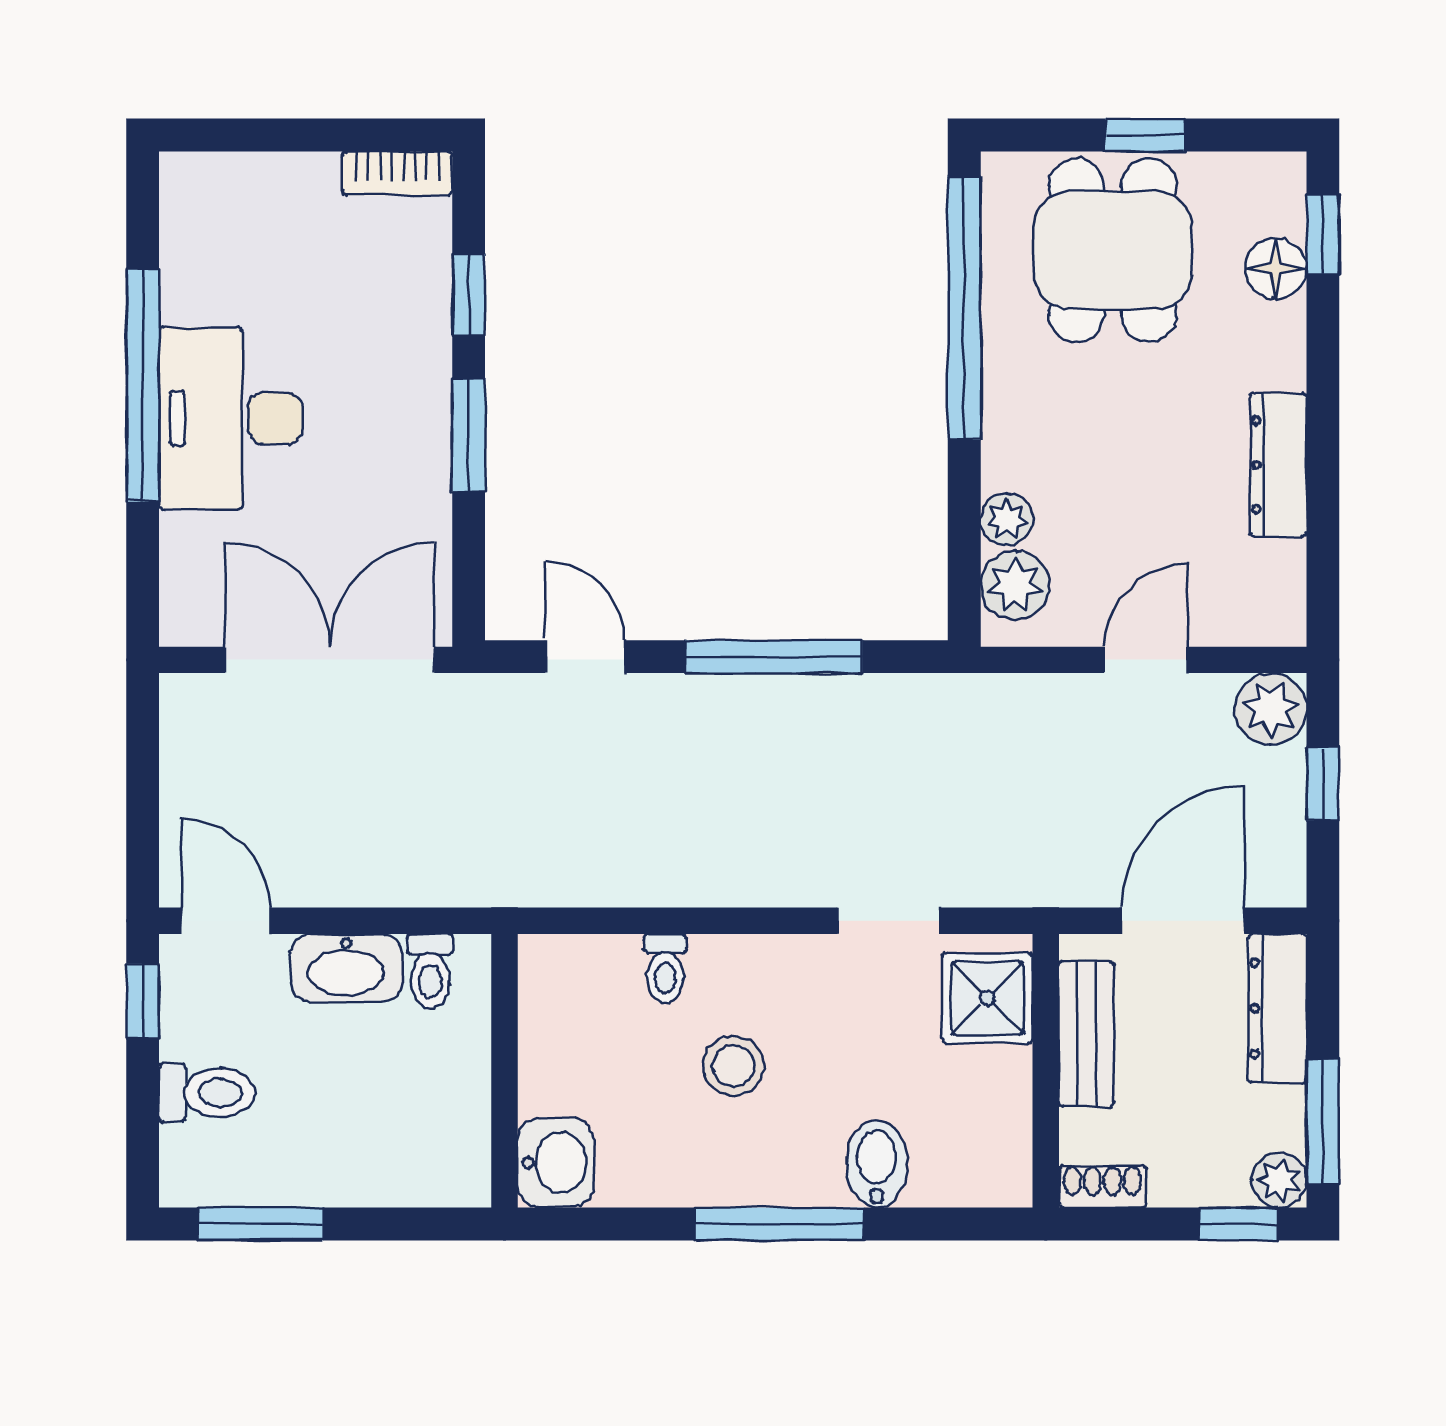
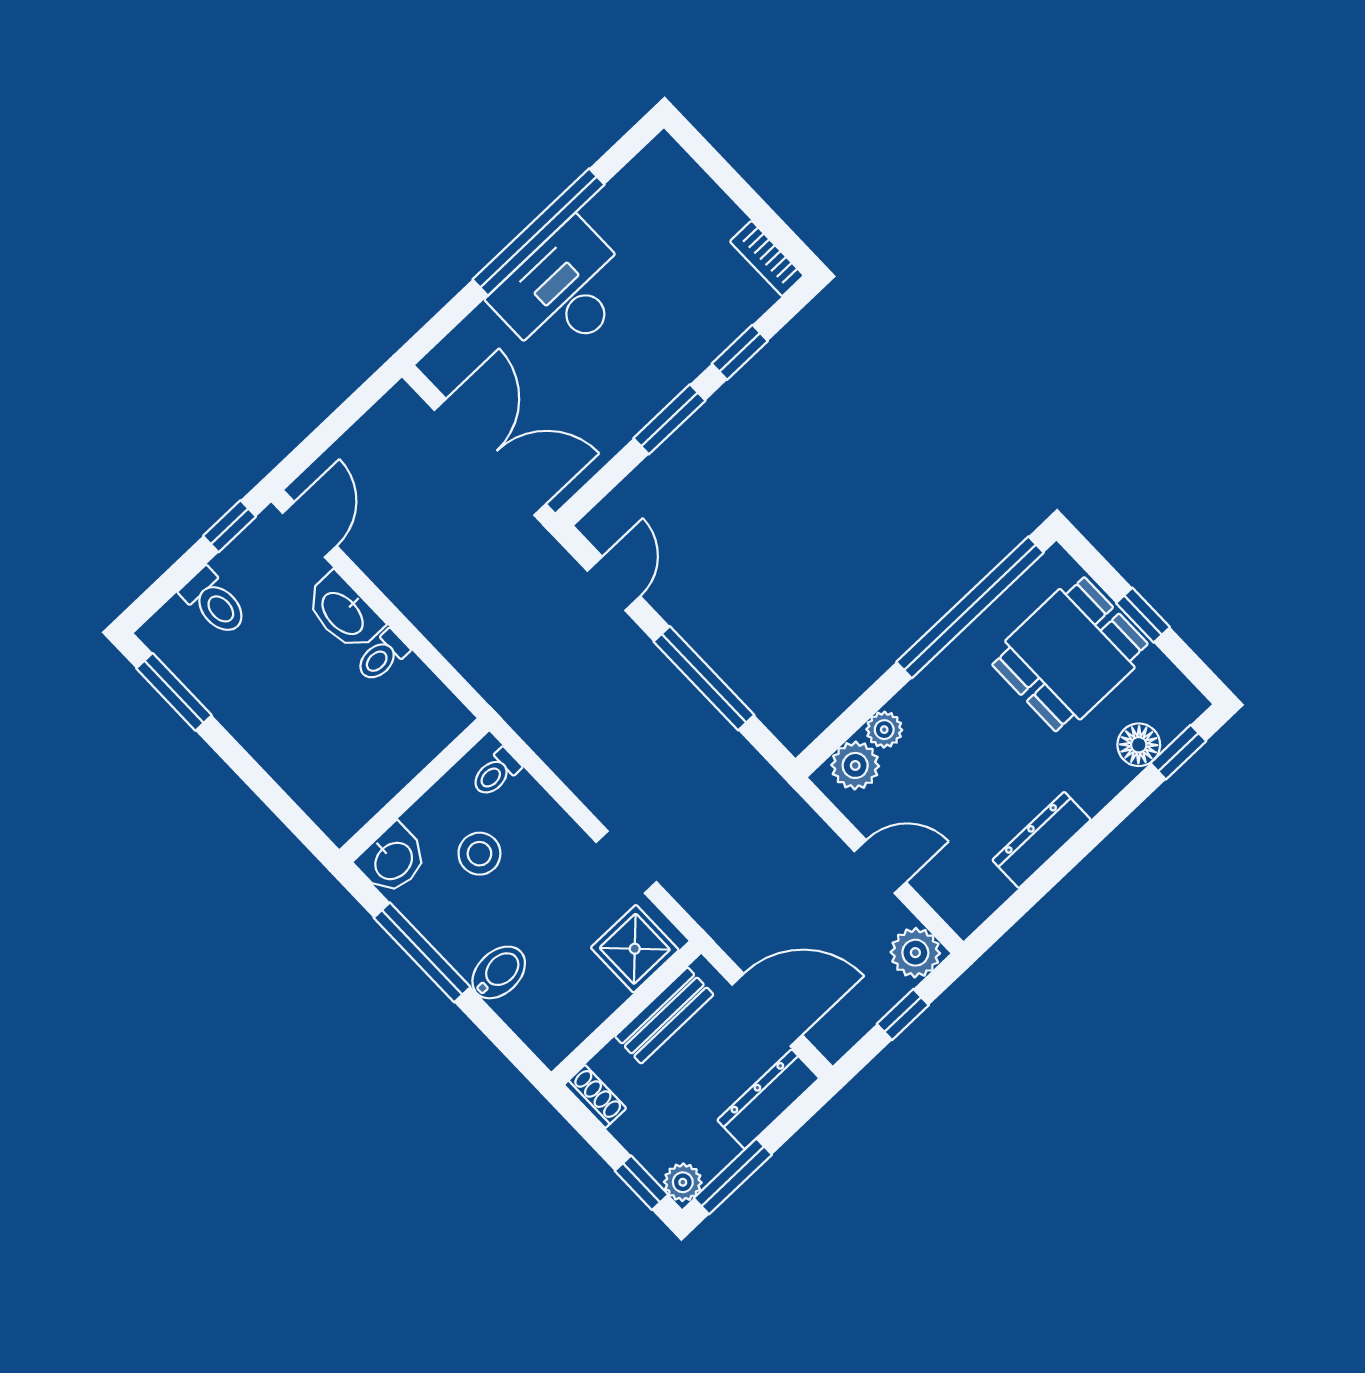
wall: (505, 1071) -> (414, 790), moved
washbasin: (556, 1163) -> (393, 860), moved

